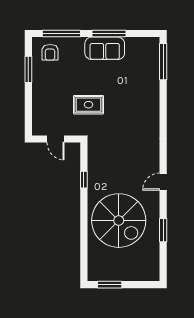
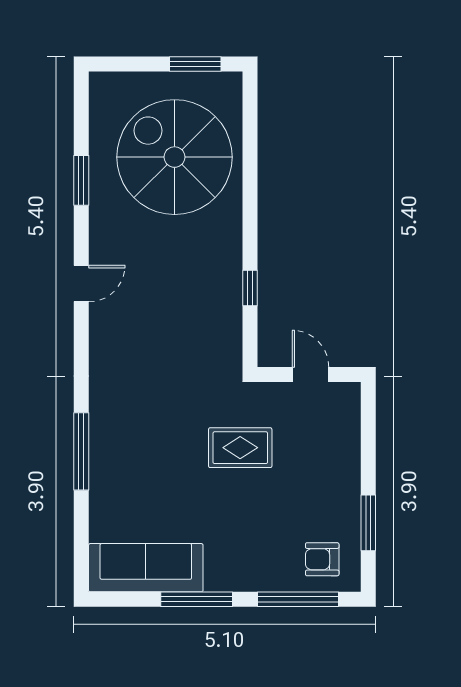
sofa: (105, 48) -> (146, 568), moved, width x1.36
armchair: (50, 52) -> (322, 559), turned -90
window: (163, 62) -> (81, 451), moved
spiral stairs: (119, 221) -> (175, 157), moved

